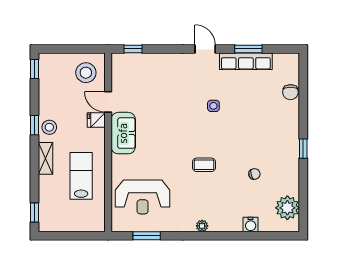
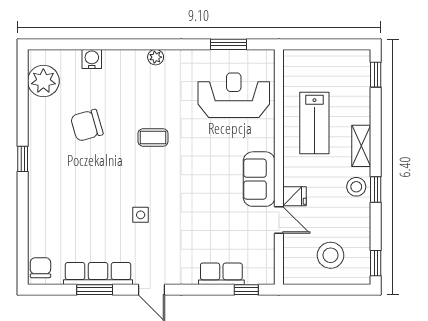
row of seats: (152, 61) -> (221, 274), added
stool: (86, 73) -> (330, 255), moved
chair: (290, 92) -> (40, 268), moved
chair: (254, 174) -> (87, 125), width x1.87, depth x1.87

